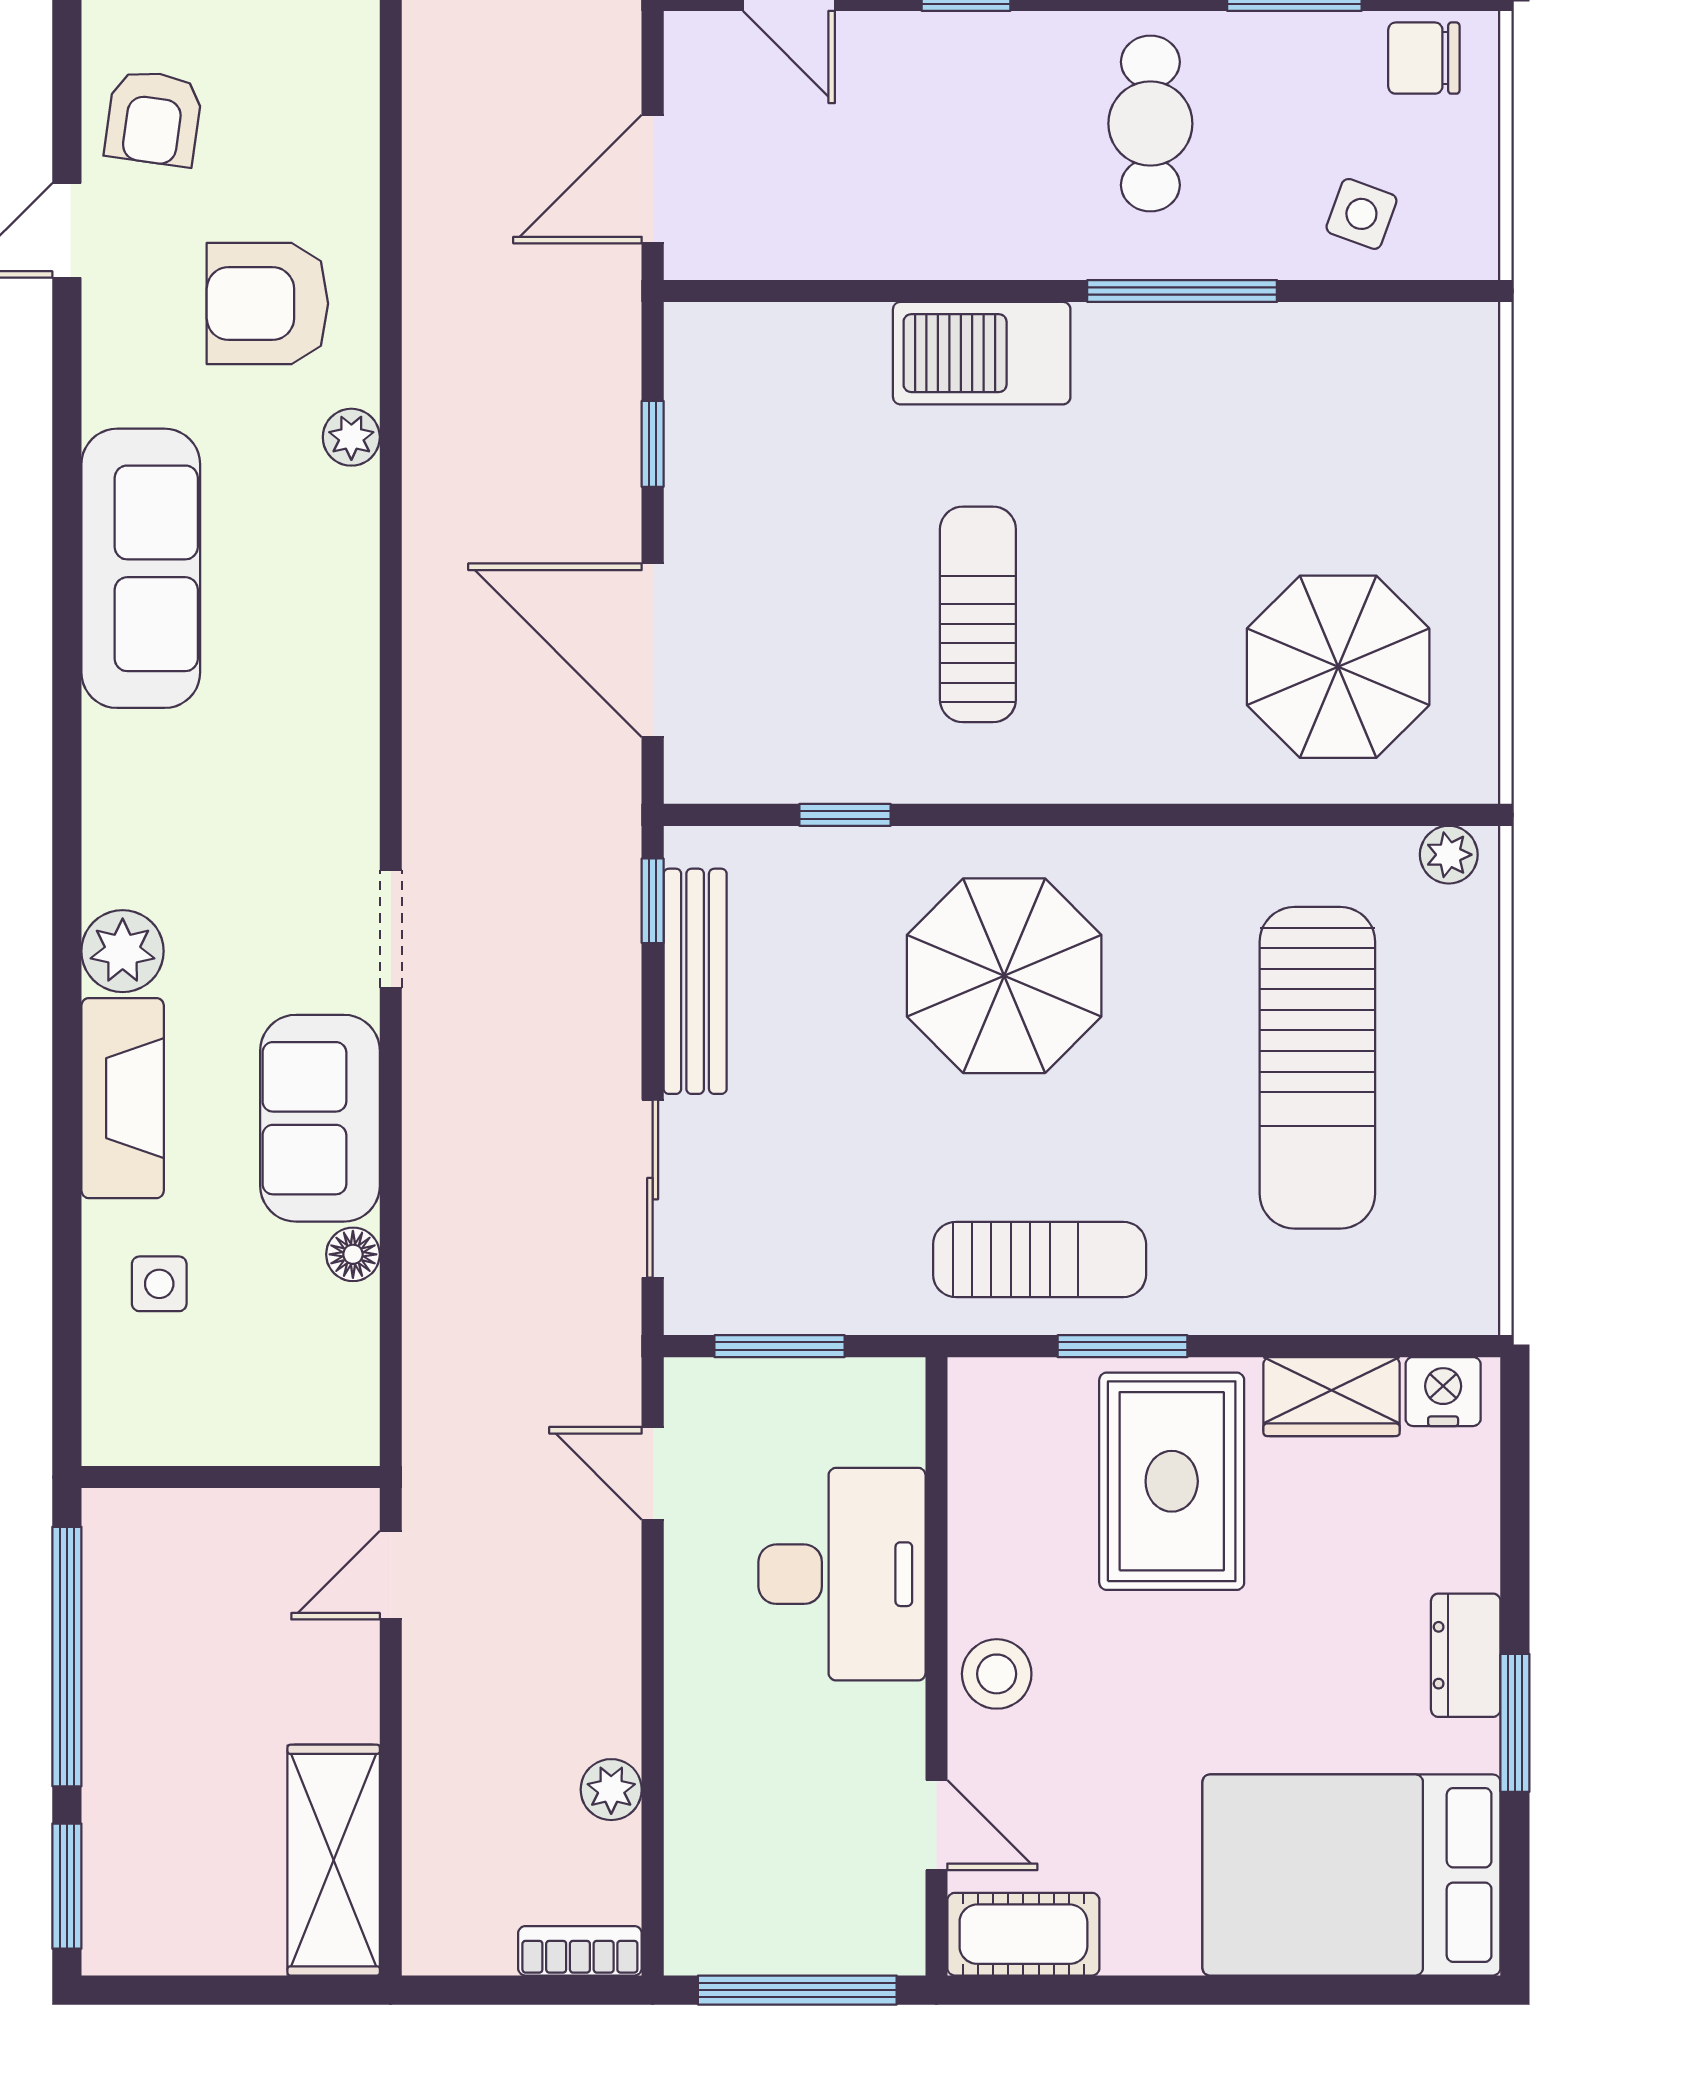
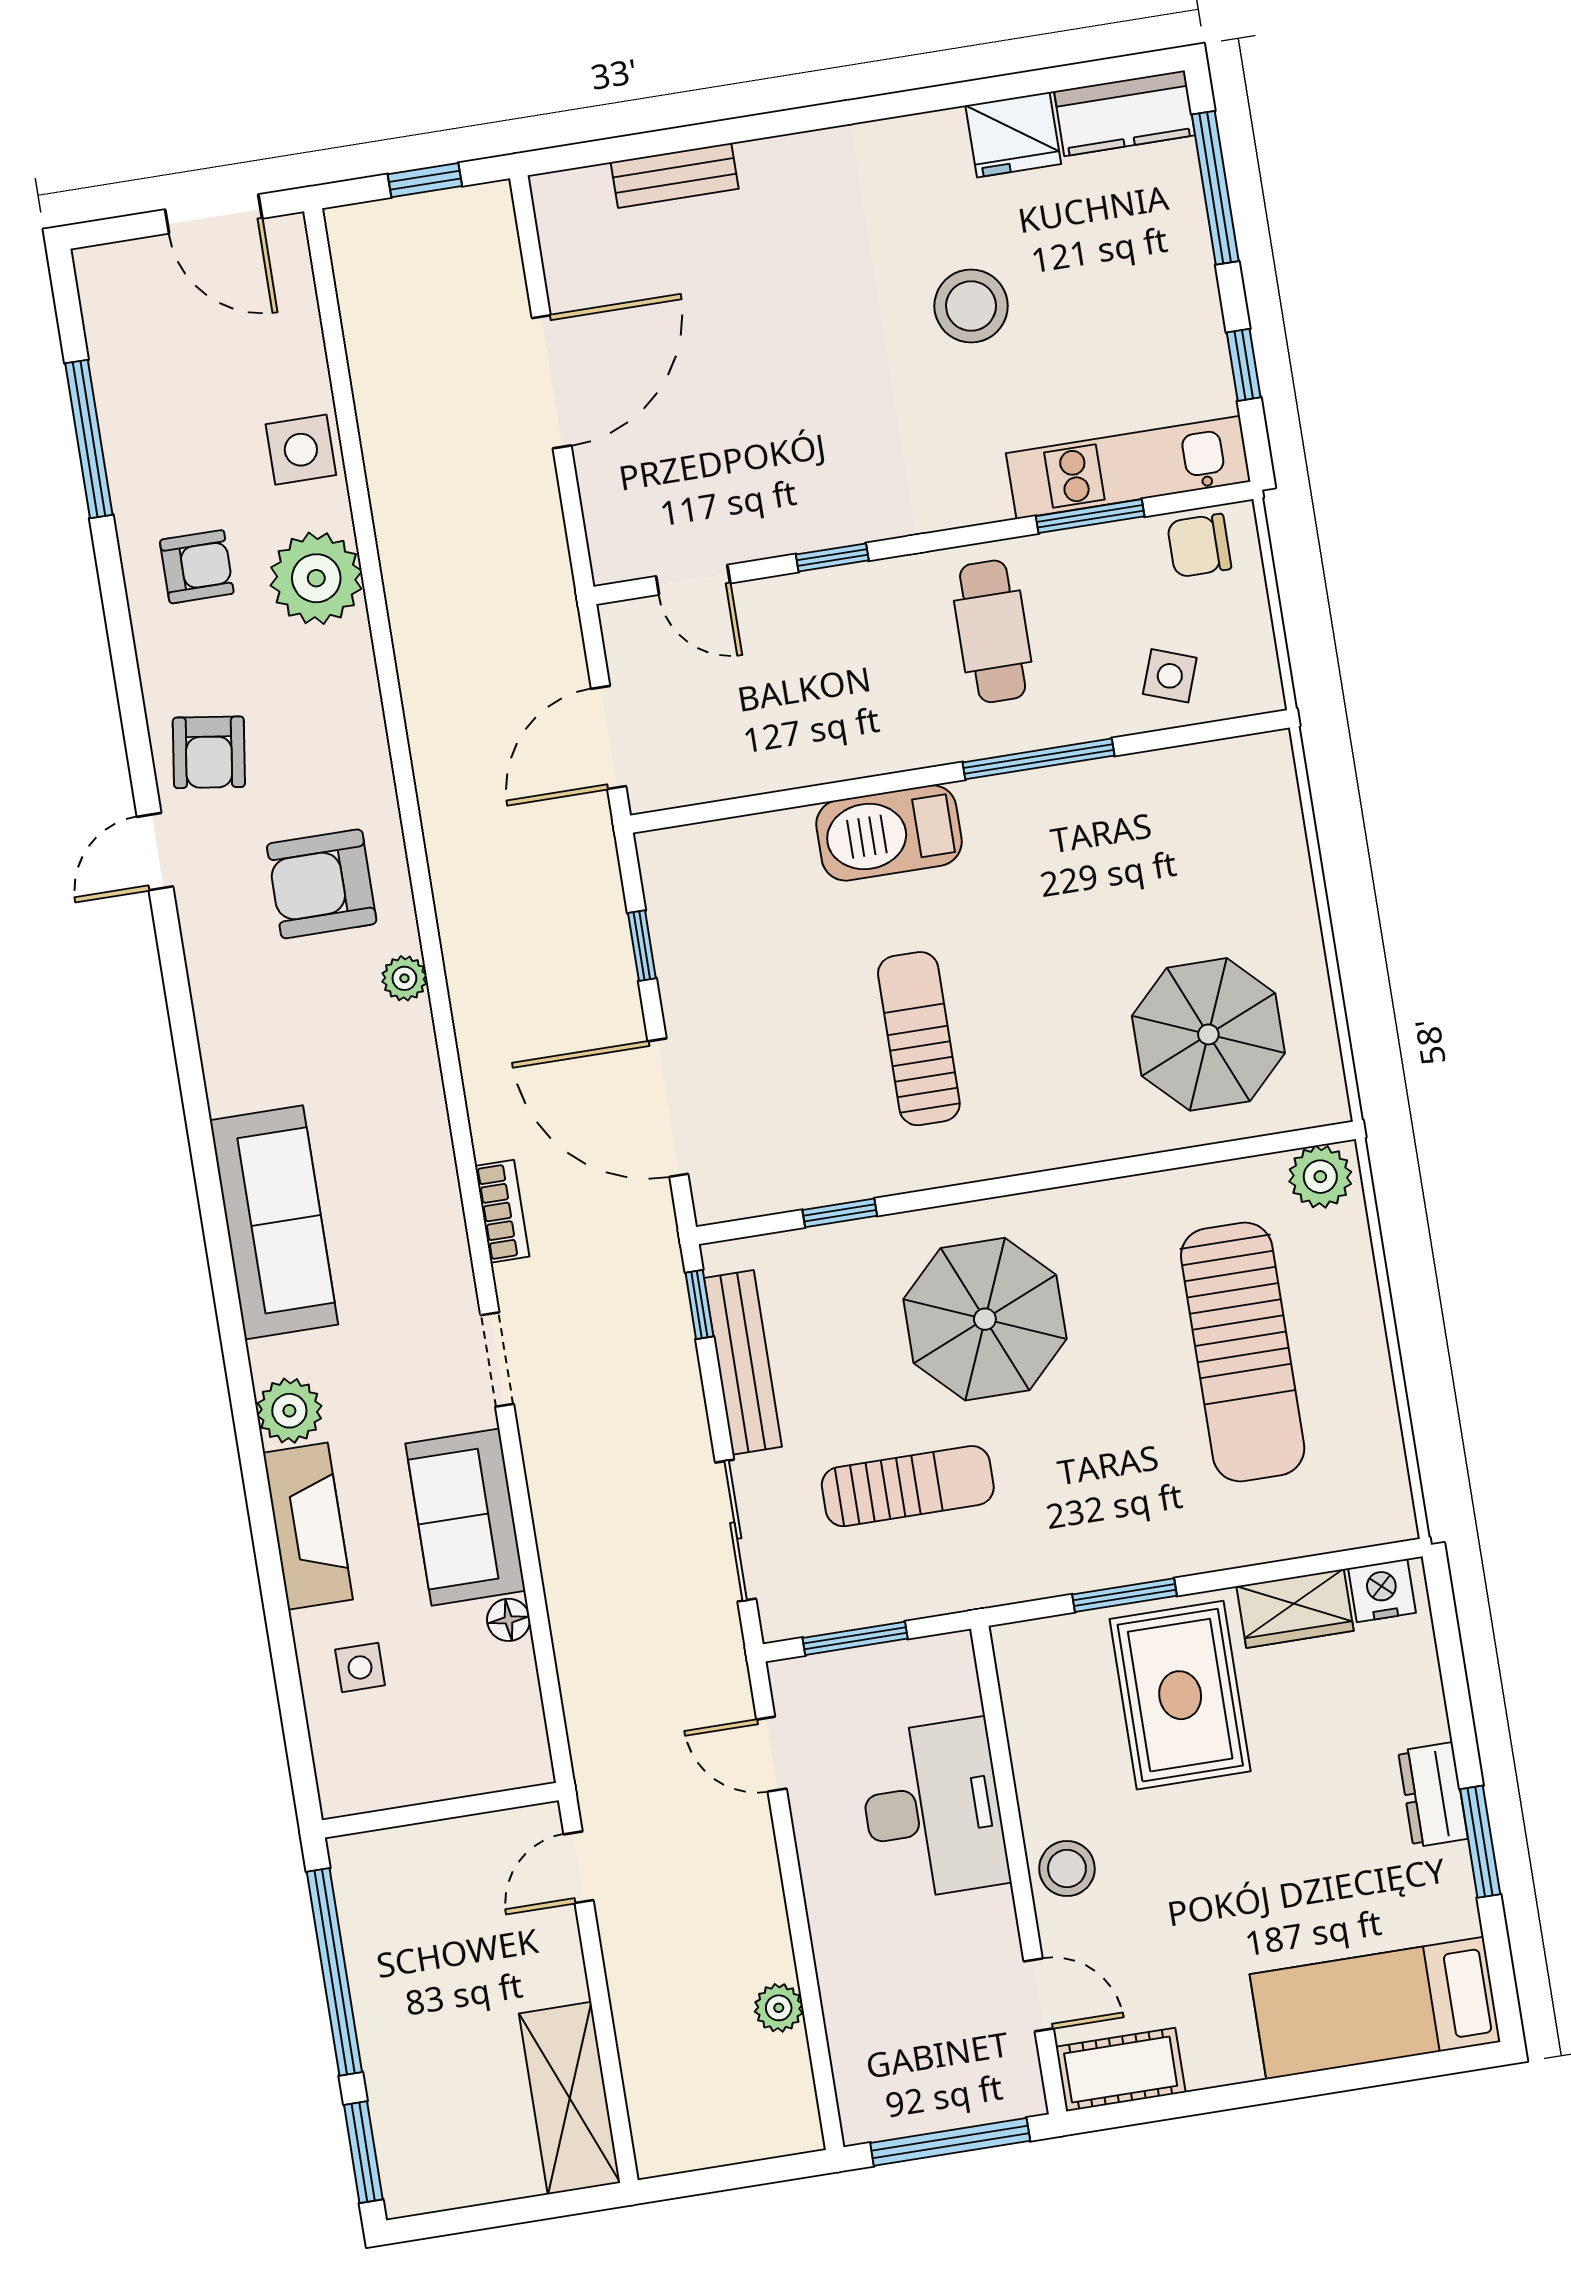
sofa: (141, 568) -> (274, 1222), moved
plant: (1449, 855) -> (1320, 1177), width x1.38, depth x1.38
sun lounger: (1040, 1259) -> (908, 1486), moved
bed: (1351, 1875) -> (1375, 2008), width x0.67
bookcase: (580, 1951) -> (502, 1211), moved, turned 90

